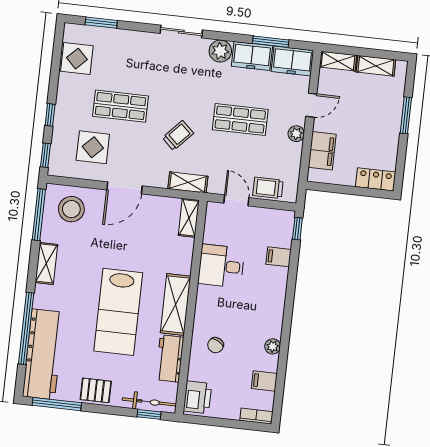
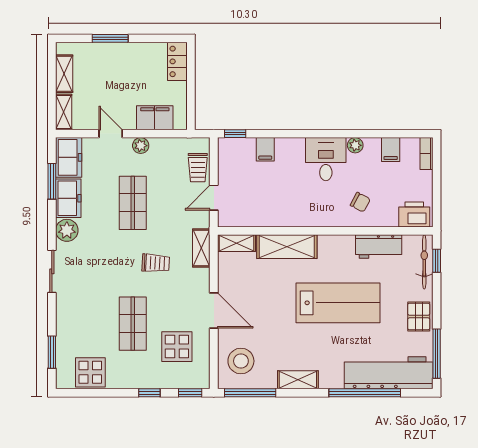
trolley: (178, 135) -> (156, 263), turned 140
desk: (221, 266) -> (326, 159), moved, turned 180
shelving: (176, 304) -> (287, 247), moved

